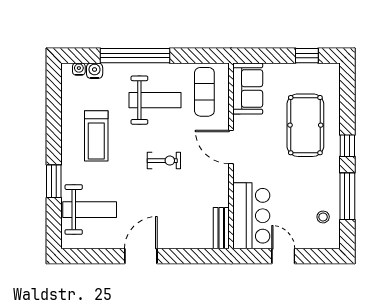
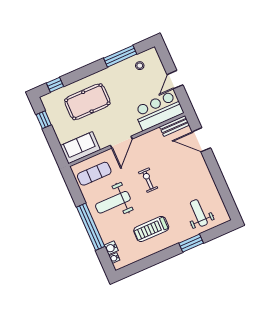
weight bench: (155, 100) -> (113, 202), turned -90
treadmill: (96, 136) -> (151, 229), turned 180
window: (347, 146) -> (55, 85), moved
weight bench: (90, 210) -> (199, 213), width x0.73, depth x0.75
door: (141, 256) -> (201, 140), moved

